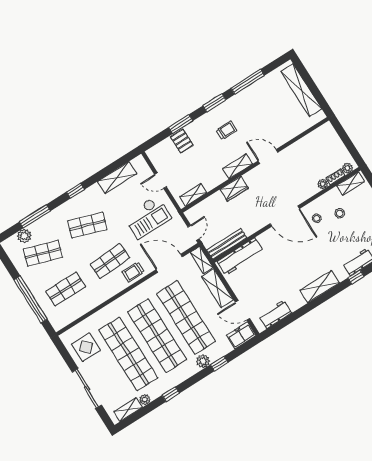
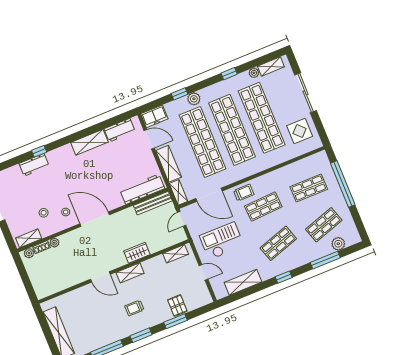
shop shelf: (87, 225) -> (278, 243), turned -36
shop shelf: (43, 253) -> (324, 225), turned -36
shelving: (320, 287) -> (89, 142), moved

